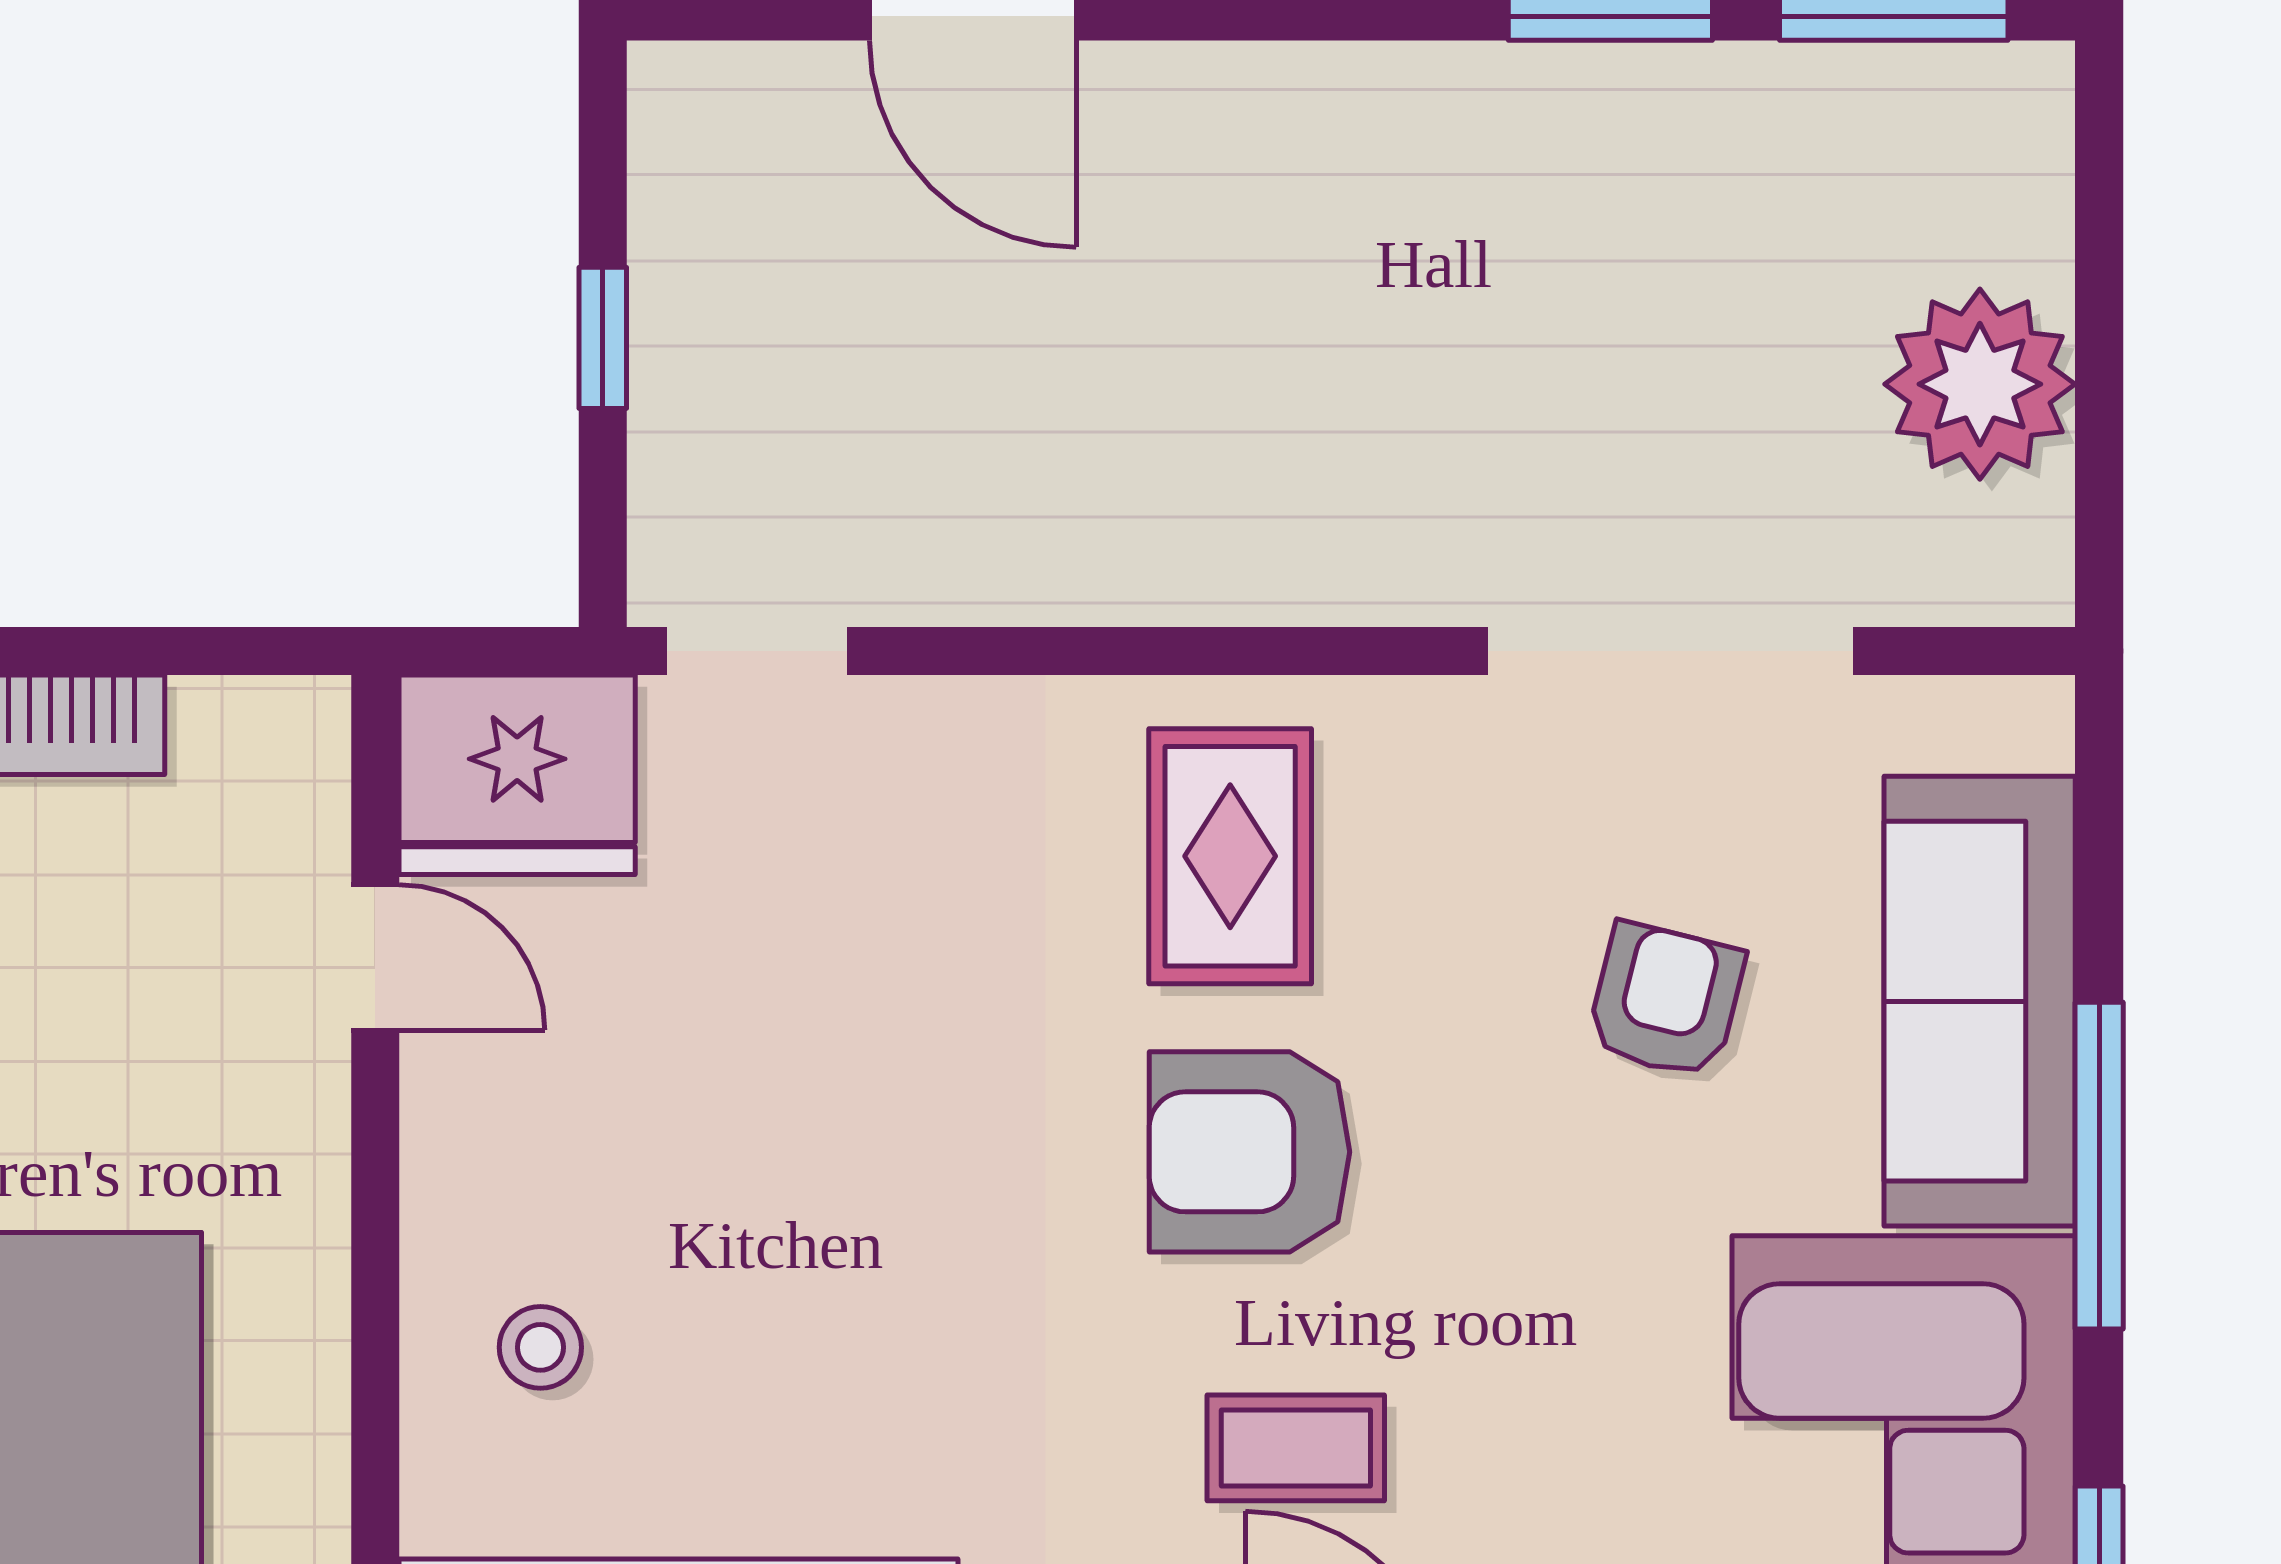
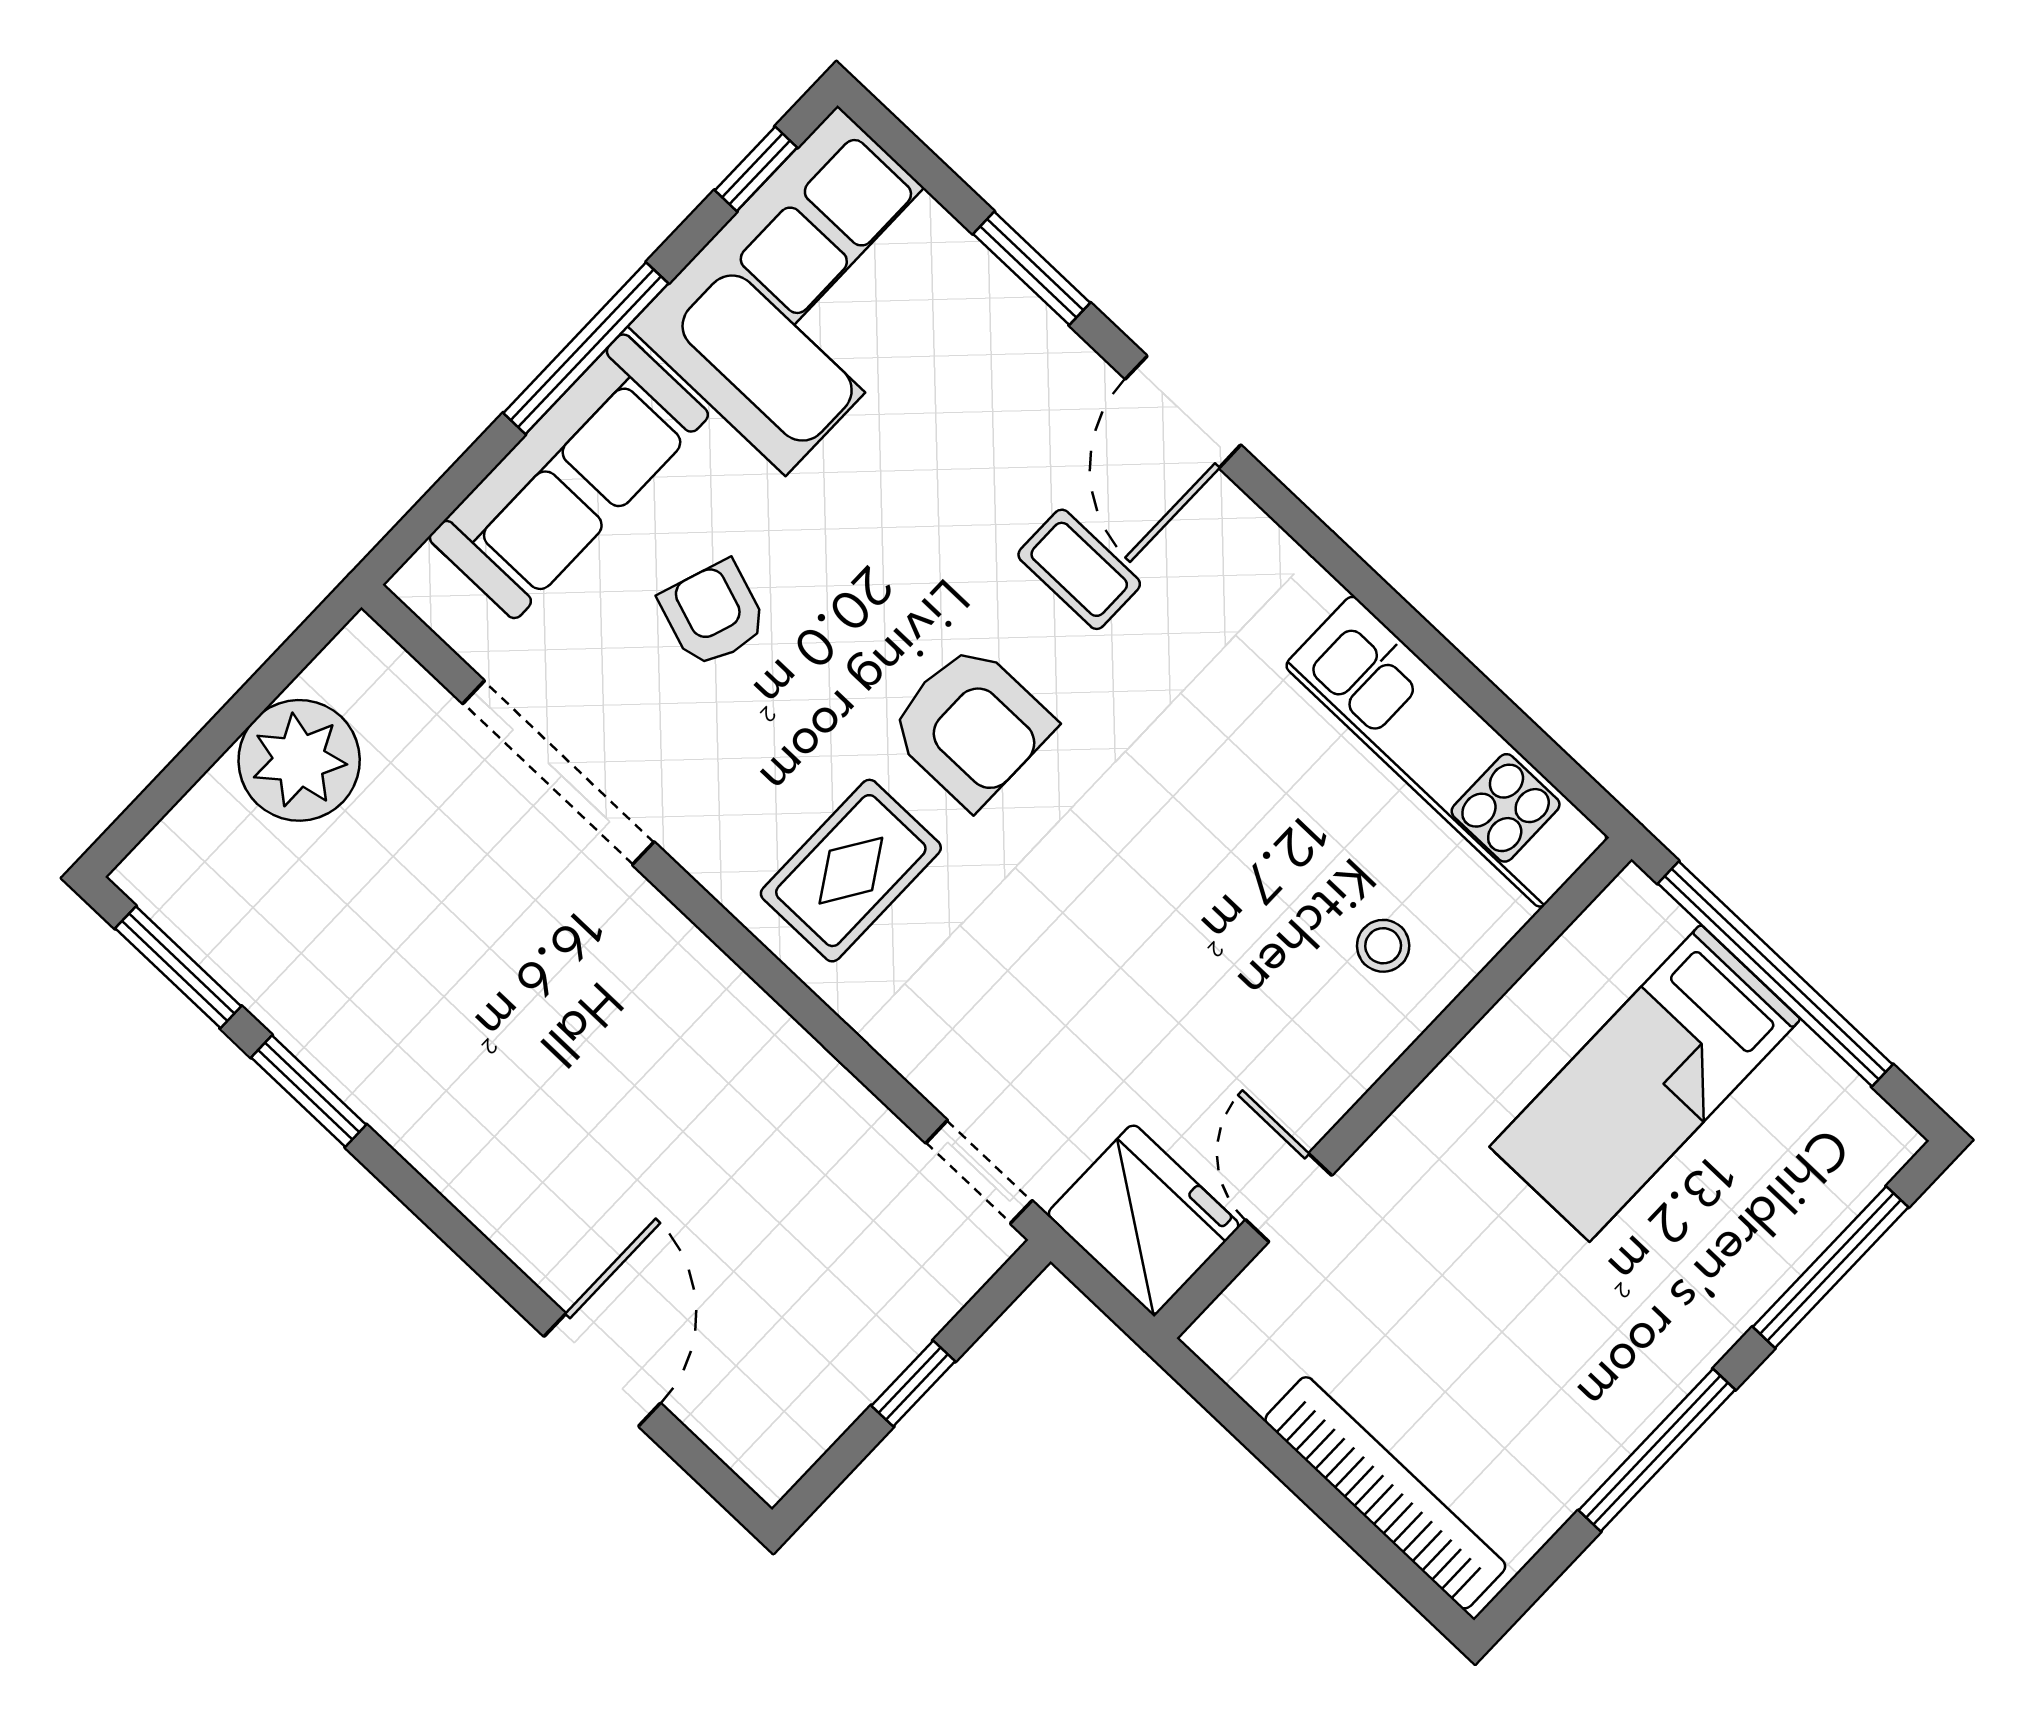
armchair: (1666, 1000) -> (713, 614), turned 95

